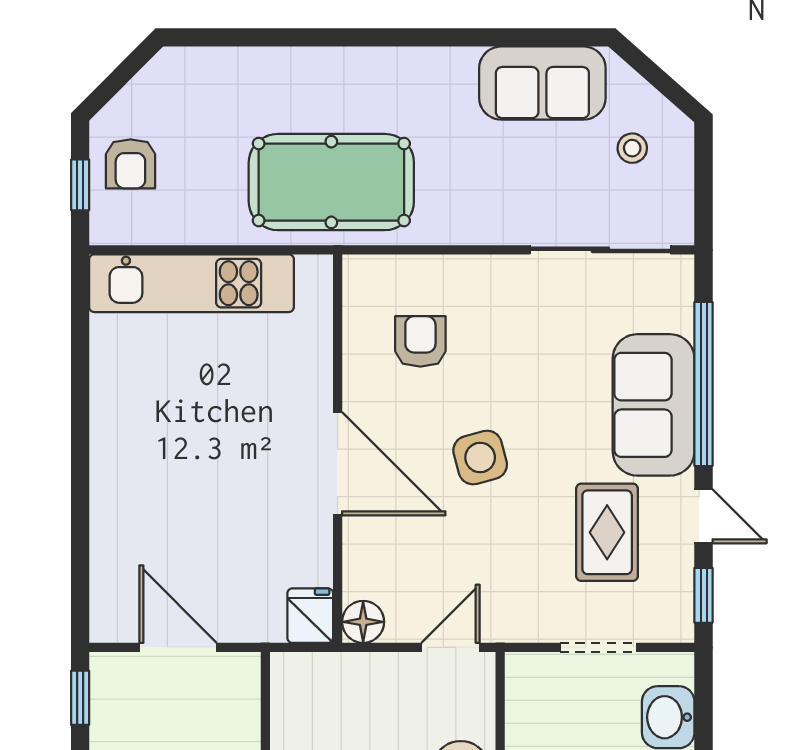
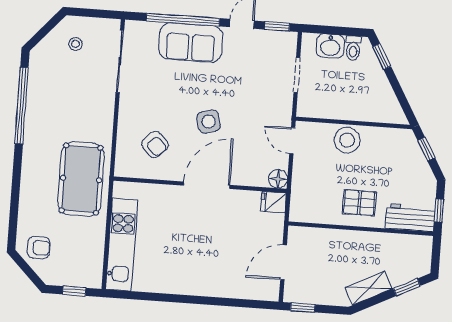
window: (486, 37) -> (22, 106), added
sofa: (542, 83) -> (44, 82), removed
armchair: (130, 164) -> (39, 248), moved
armchair: (420, 341) -> (155, 144), turned -134
rug: (607, 532) -> (246, 67), removed

